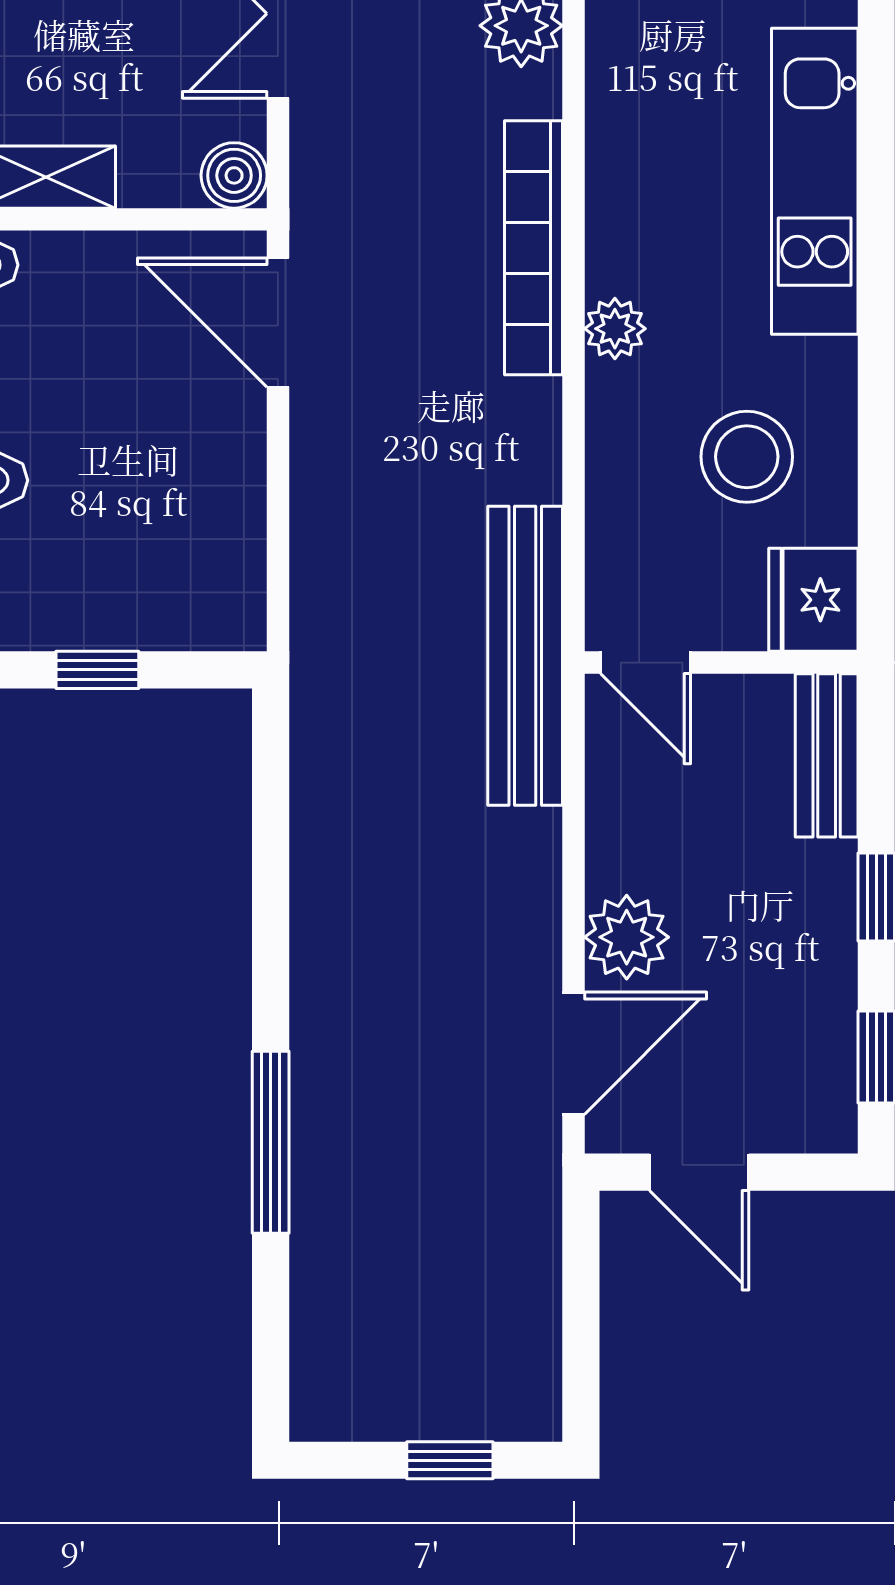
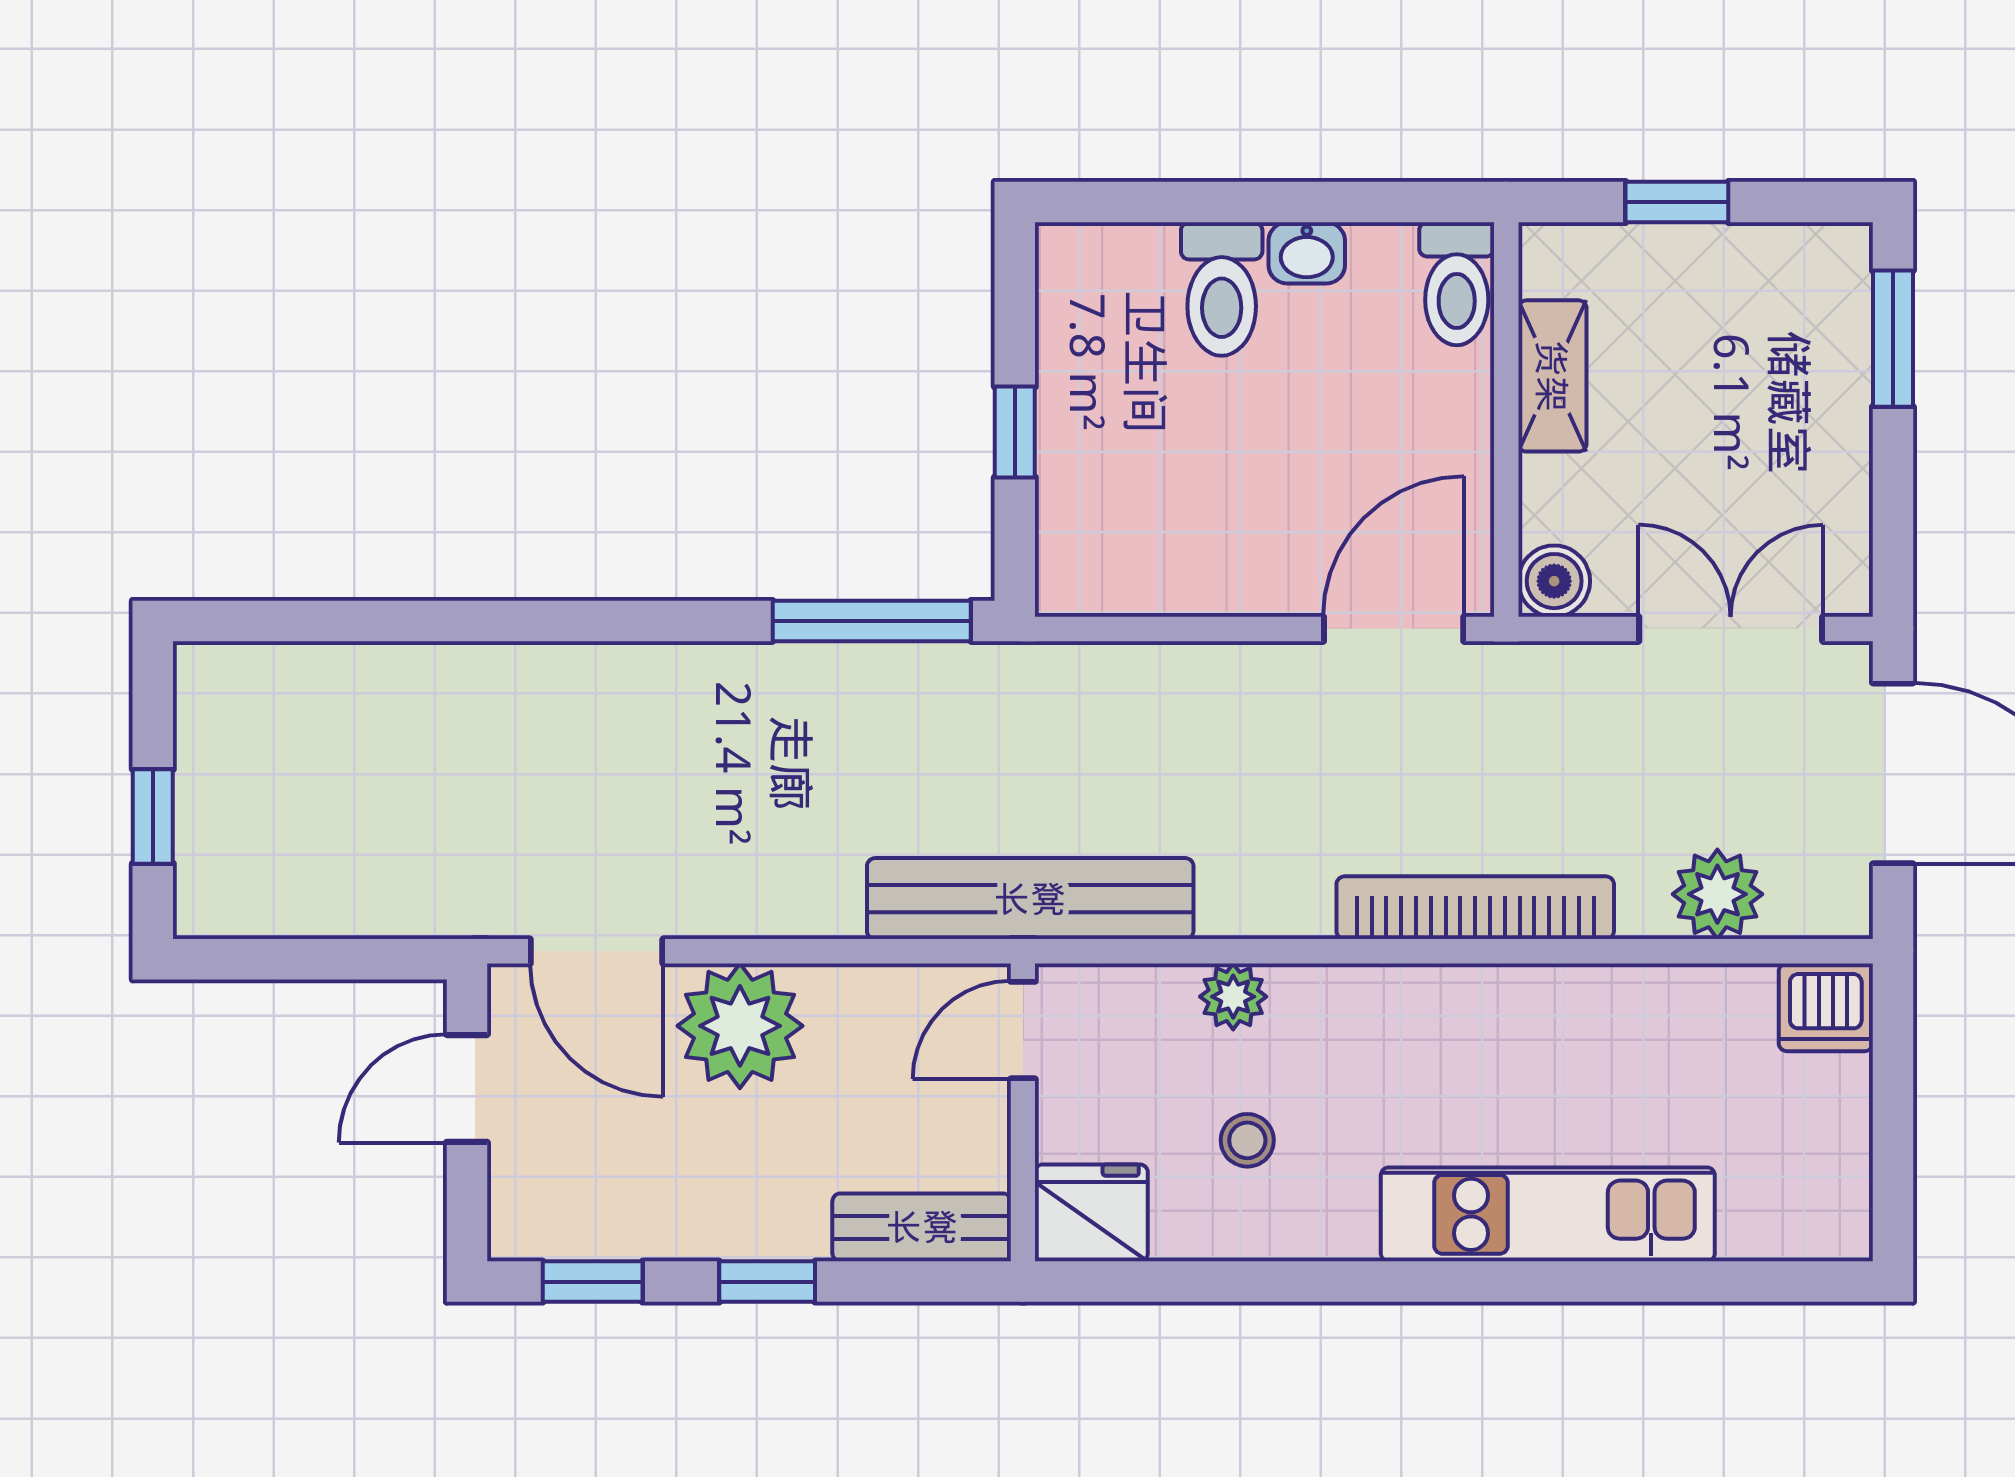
plant: (615, 329) -> (1233, 997), moved
stool: (747, 457) -> (1247, 1140), width x0.53, depth x0.53
plant: (627, 937) -> (740, 1026), width x1.36, depth x1.36
window: (271, 1142) -> (872, 621), moved

